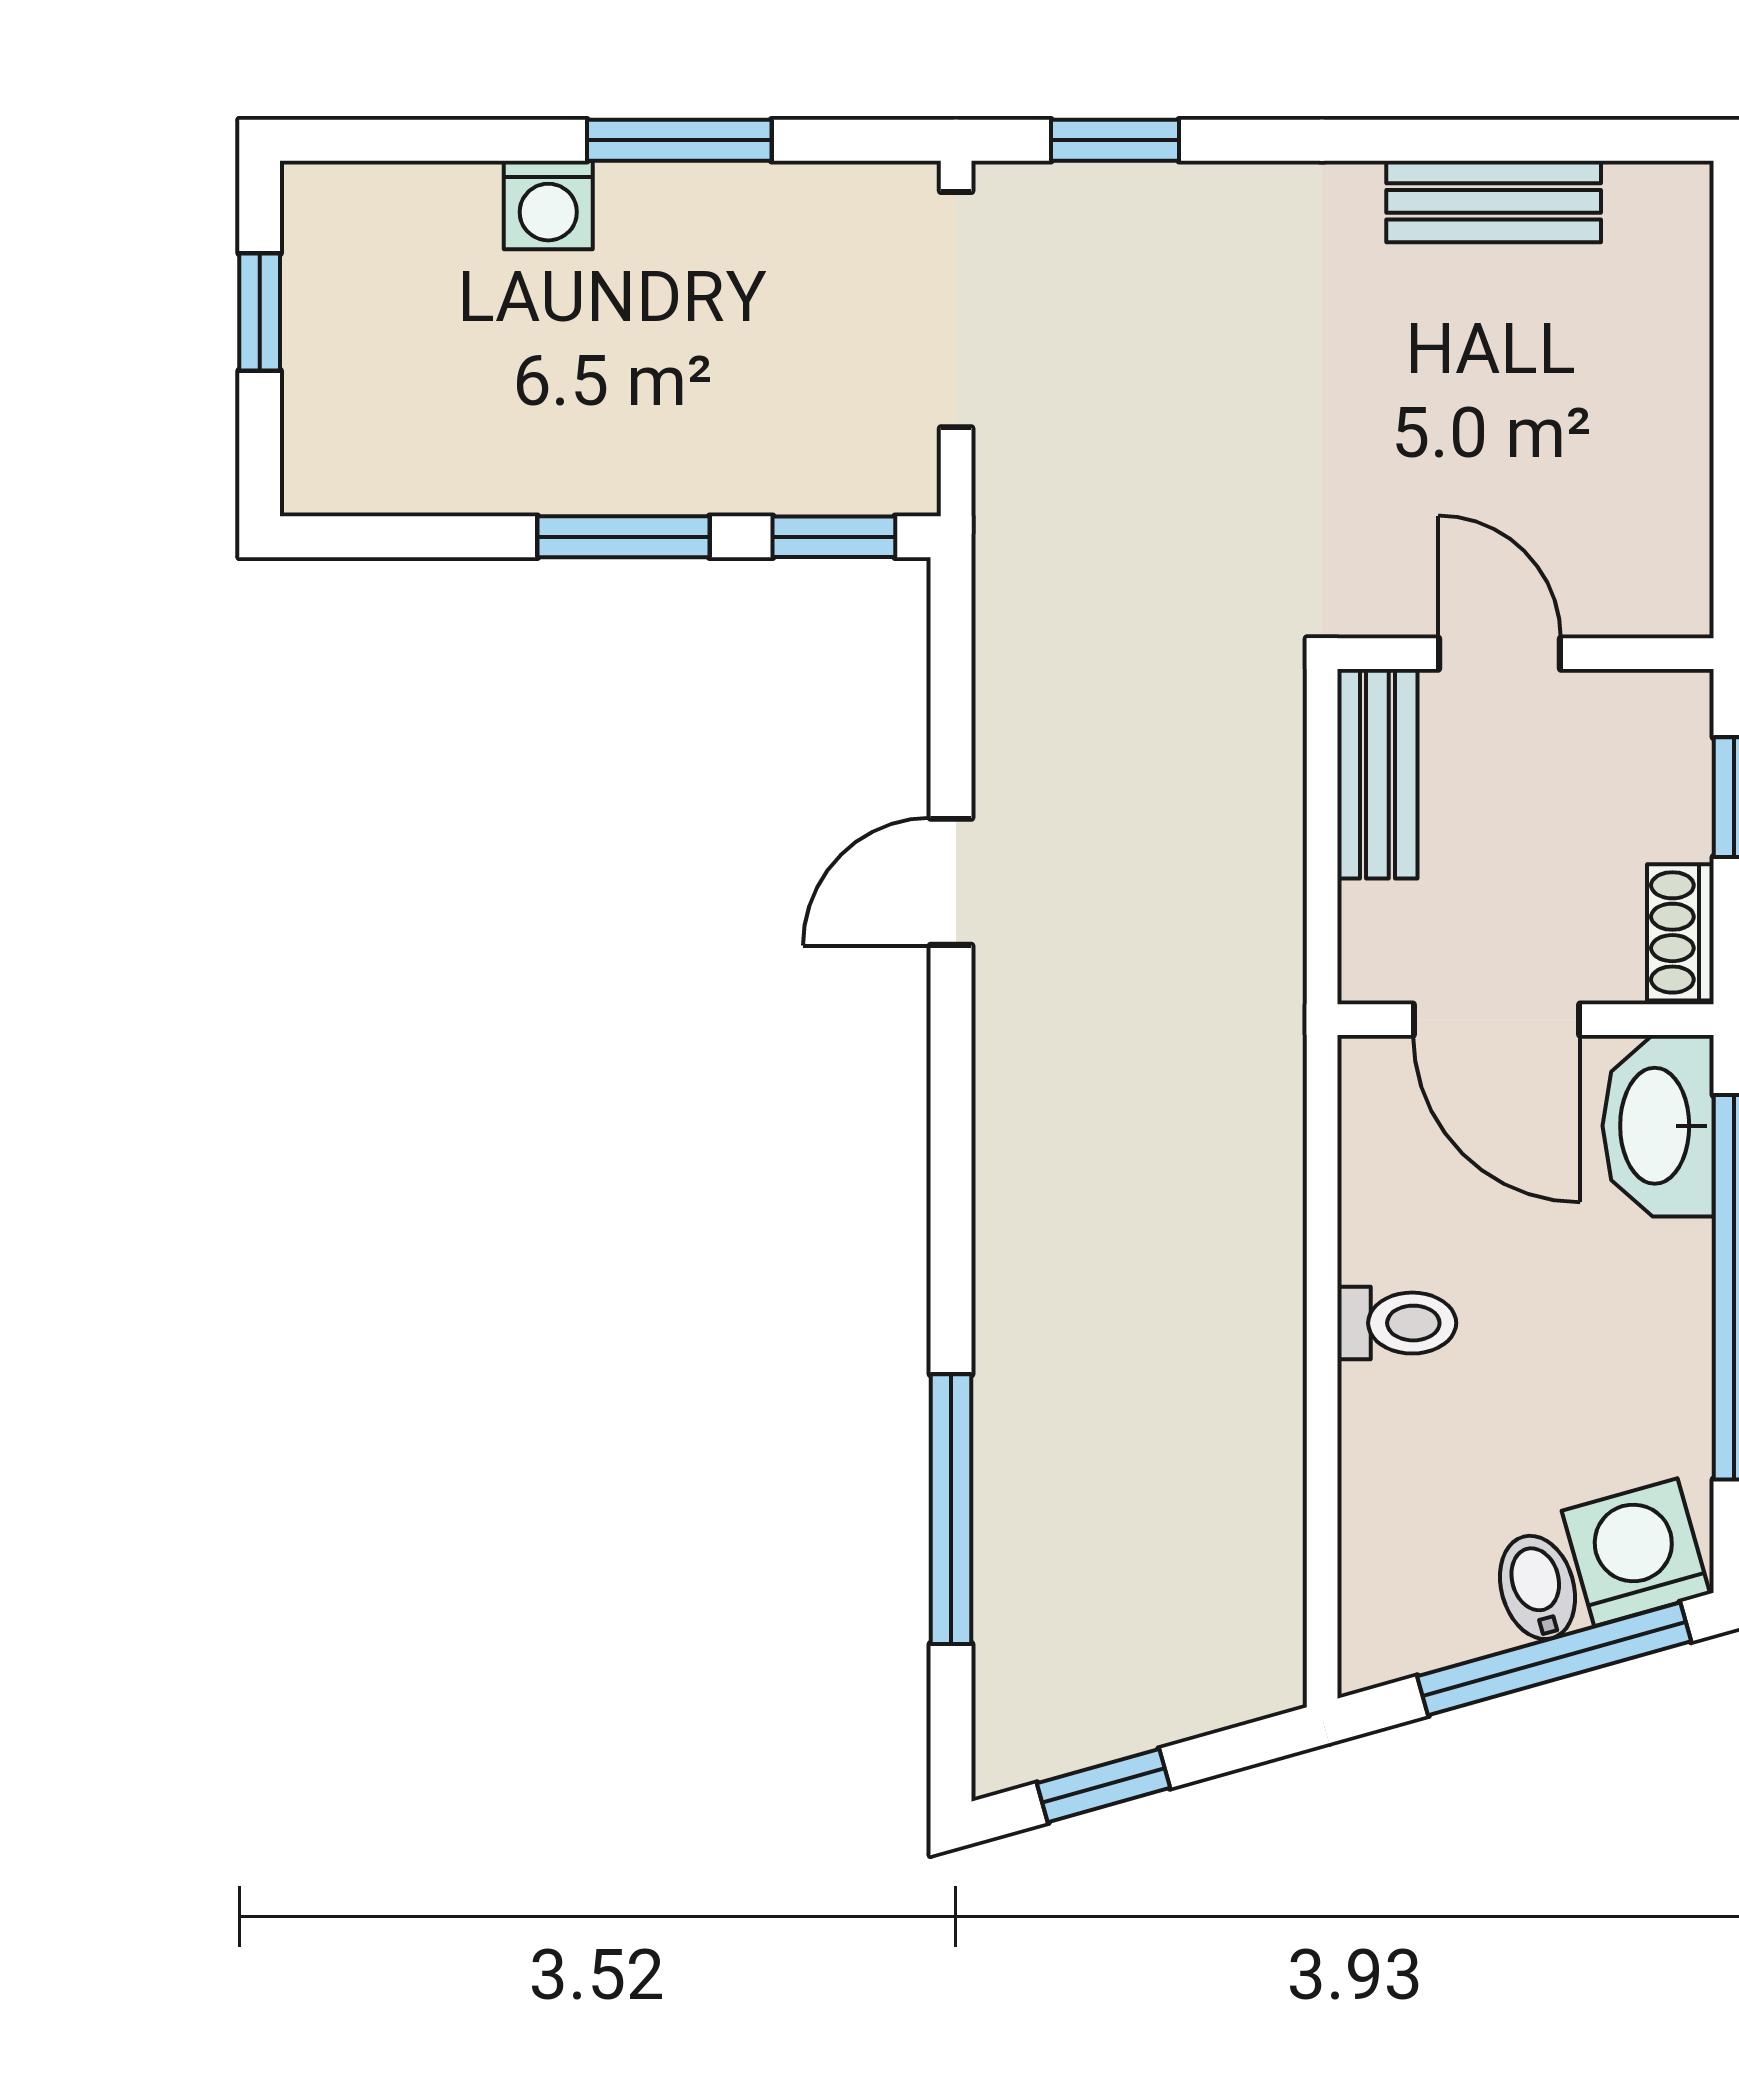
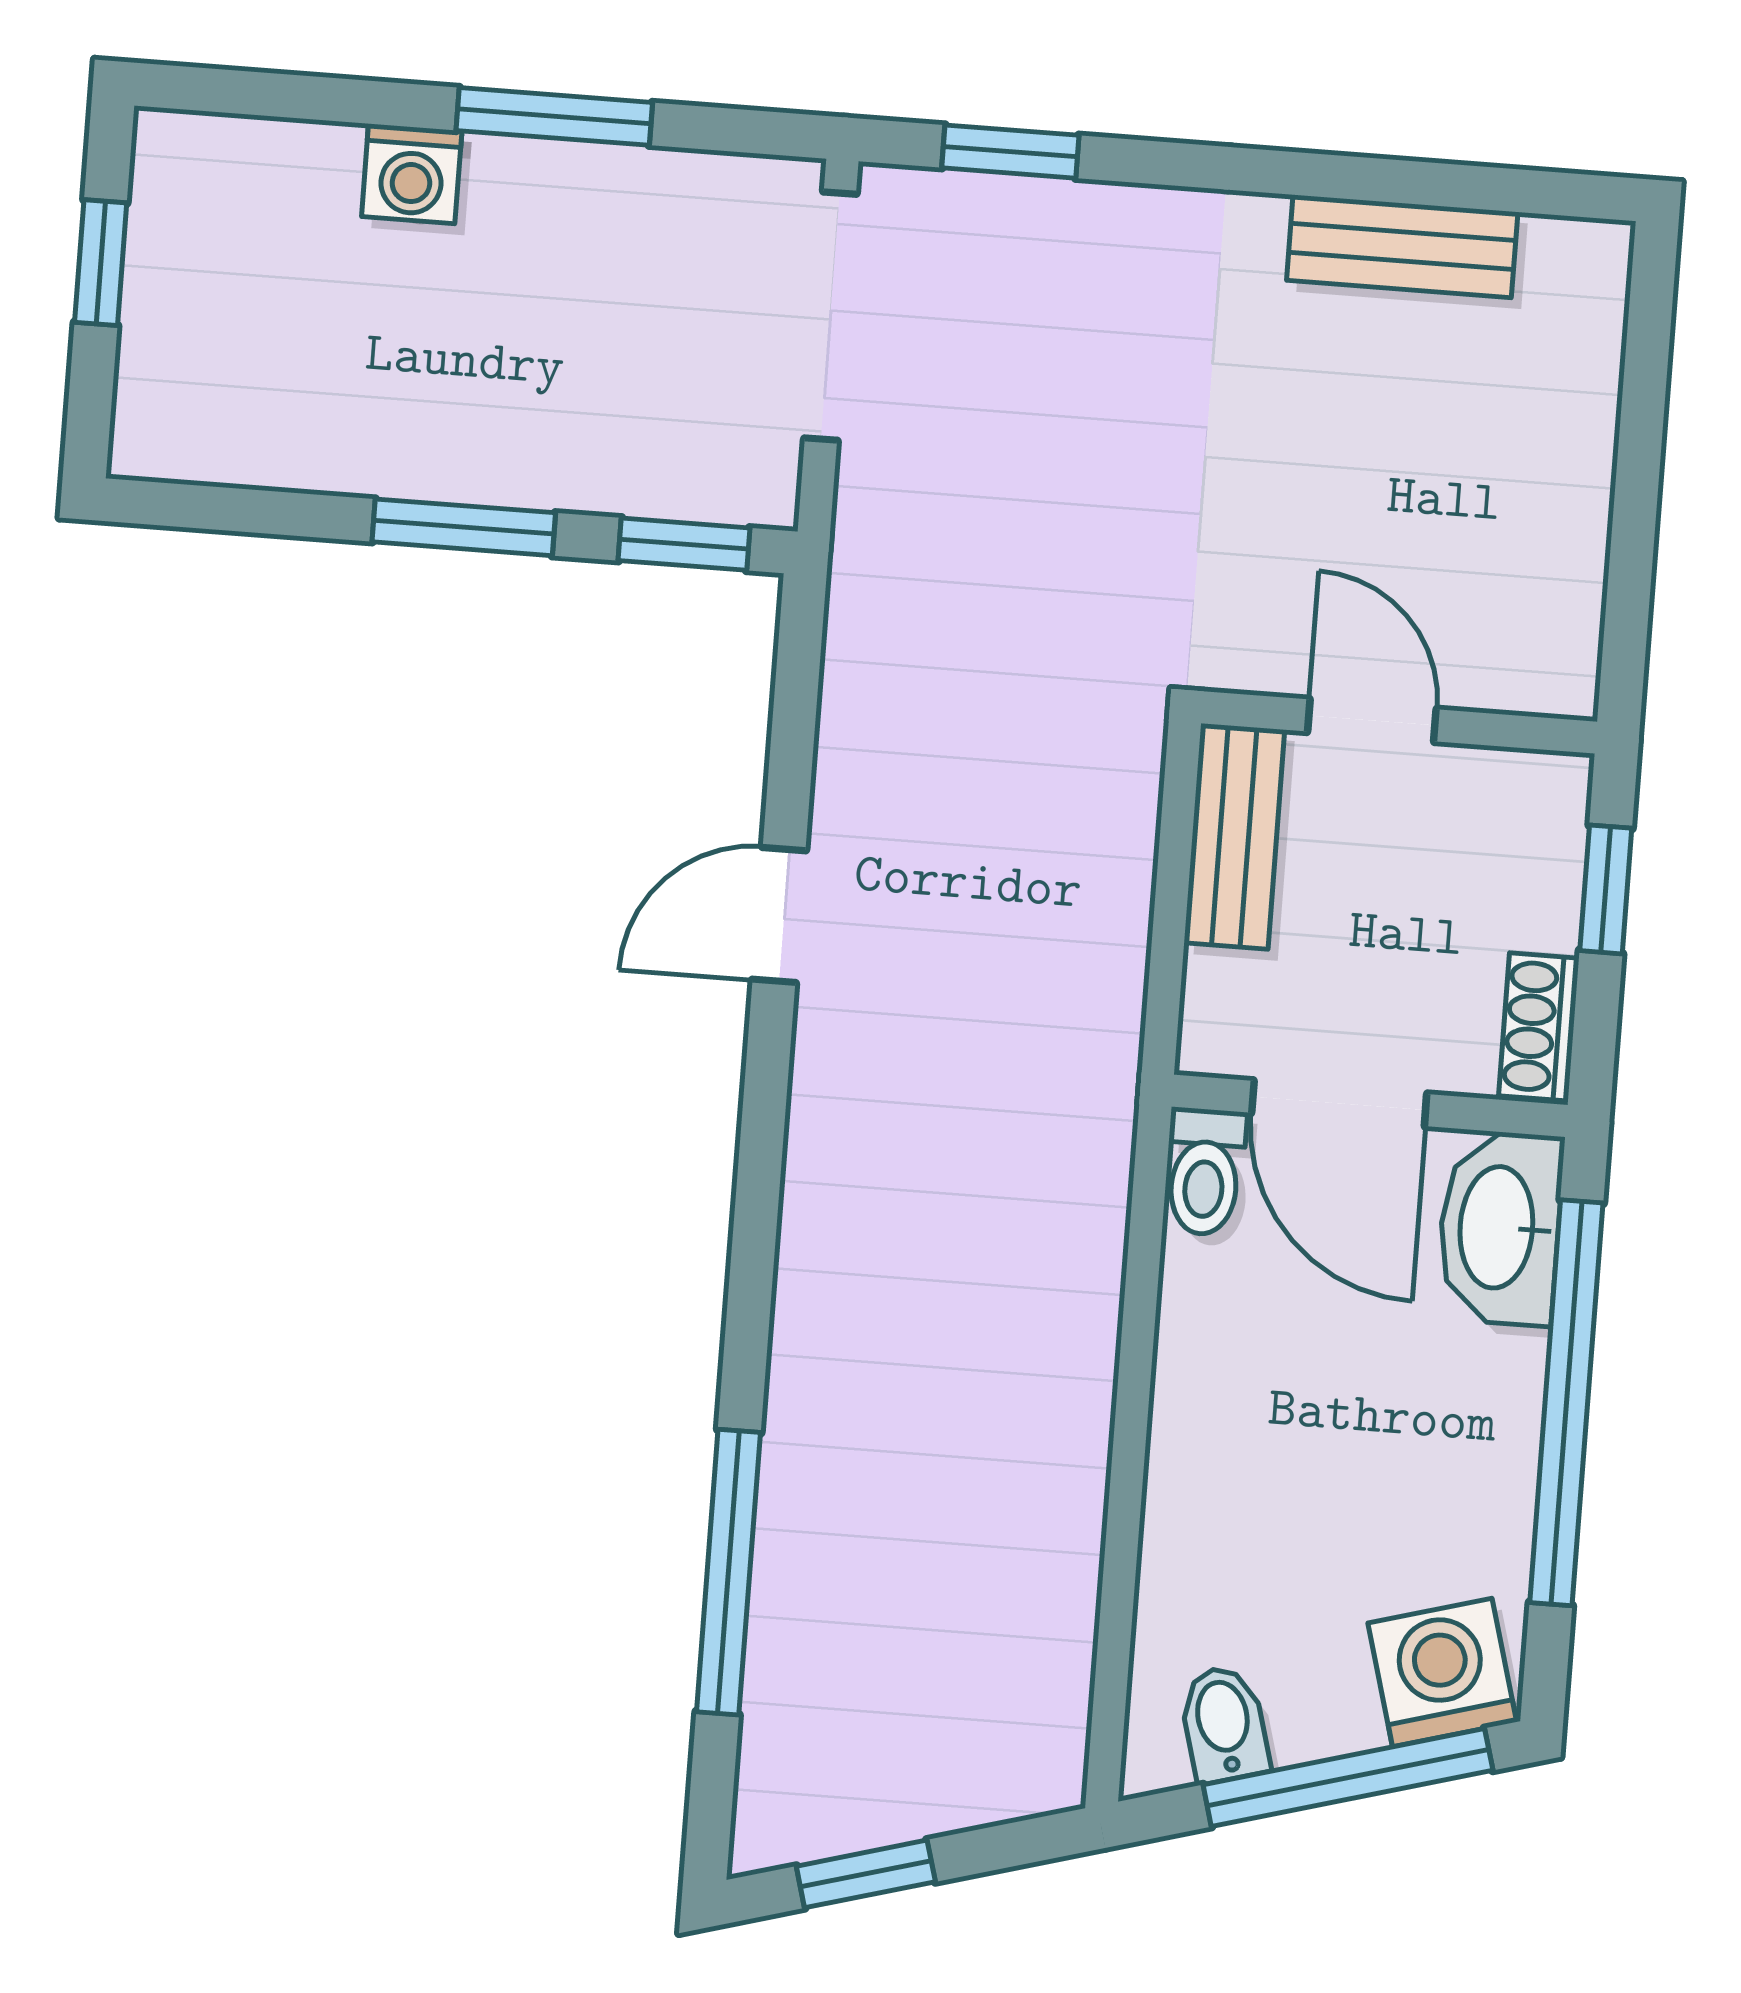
toilet: (1397, 1323) -> (1205, 1172), moved, turned 90
bidet: (1538, 1587) -> (1224, 1724), moved

